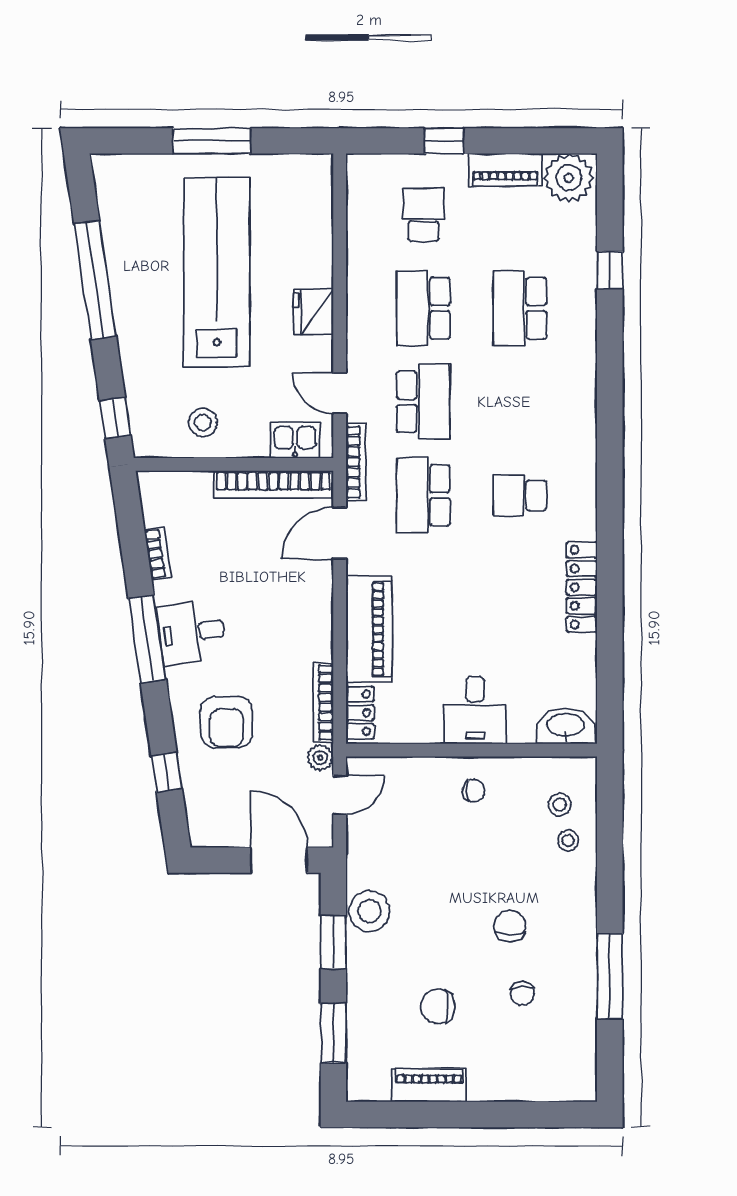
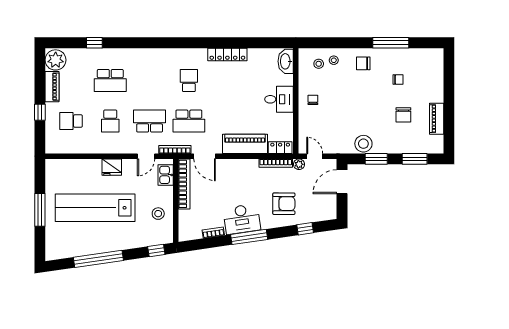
school desk: (423, 308) -> (110, 121), width x0.54
school desk: (520, 495) -> (189, 81), turned 180
desk: (192, 632) -> (242, 219), width x1.37
chair: (510, 926) -> (363, 63), moved

